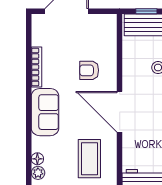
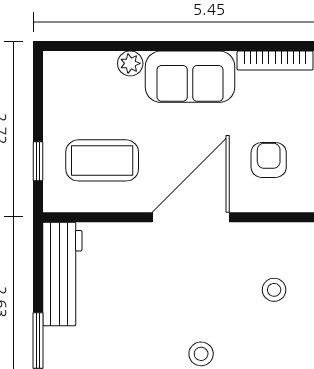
floor lamp: (37, 159) -> (102, 62), removed
plant: (38, 173) -> (130, 63), moved

